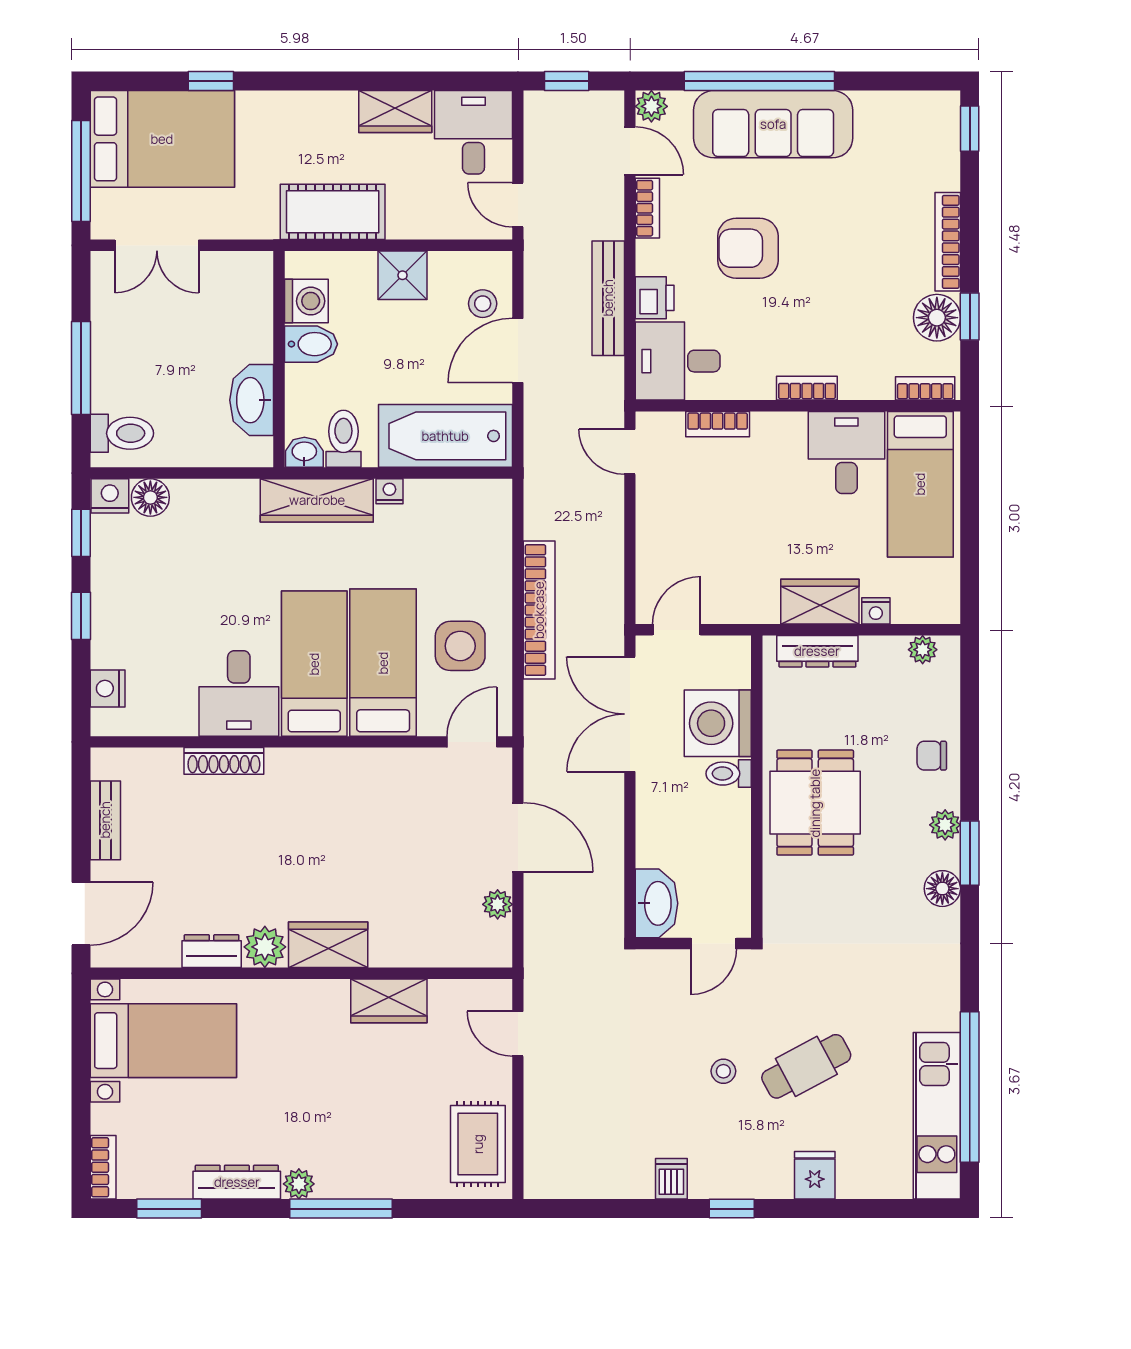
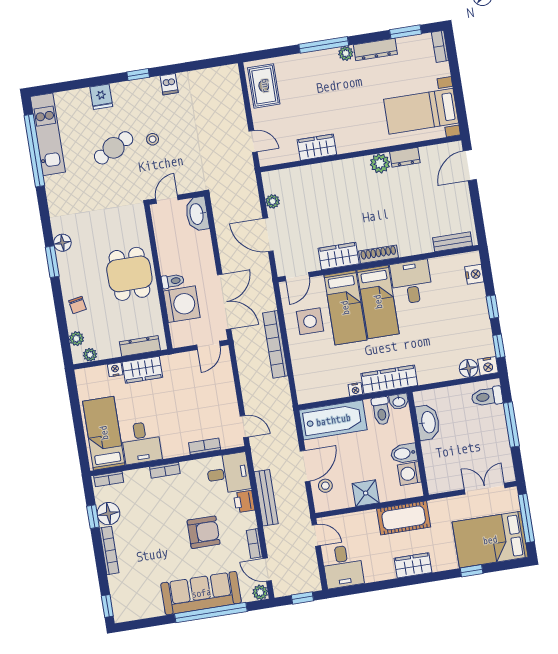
wardrobe: (395, 111) -> (413, 565), moved
chair: (932, 756) -> (78, 305), turned 80
shoe rack: (224, 761) -> (378, 254), moved
bench: (105, 820) -> (452, 242), moved, turned 90
plant: (945, 825) -> (76, 339), moved
wardrobe: (328, 945) -> (339, 256), moved, turned 180

